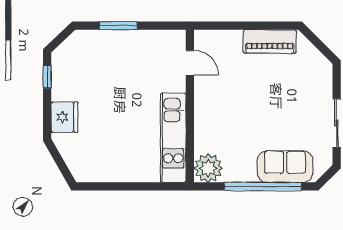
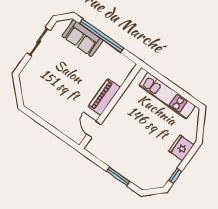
piano: (270, 42) -> (104, 97), moved, turned -90
kitchen unit: (173, 138) -> (167, 96), moved, turned 90
plant: (208, 168) -> (124, 66), removed

